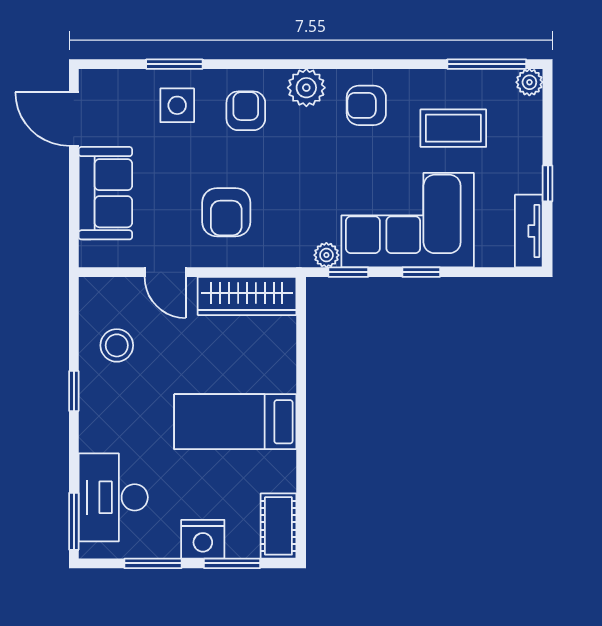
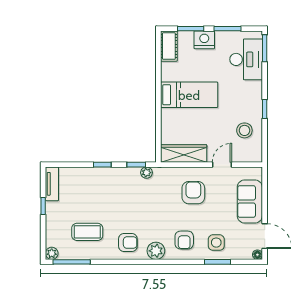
floor lamp: (89, 79) -> (257, 255), added
corner sofa: (408, 220) -> (109, 189), removed
door: (165, 272) -> (222, 165), hinge flipped

